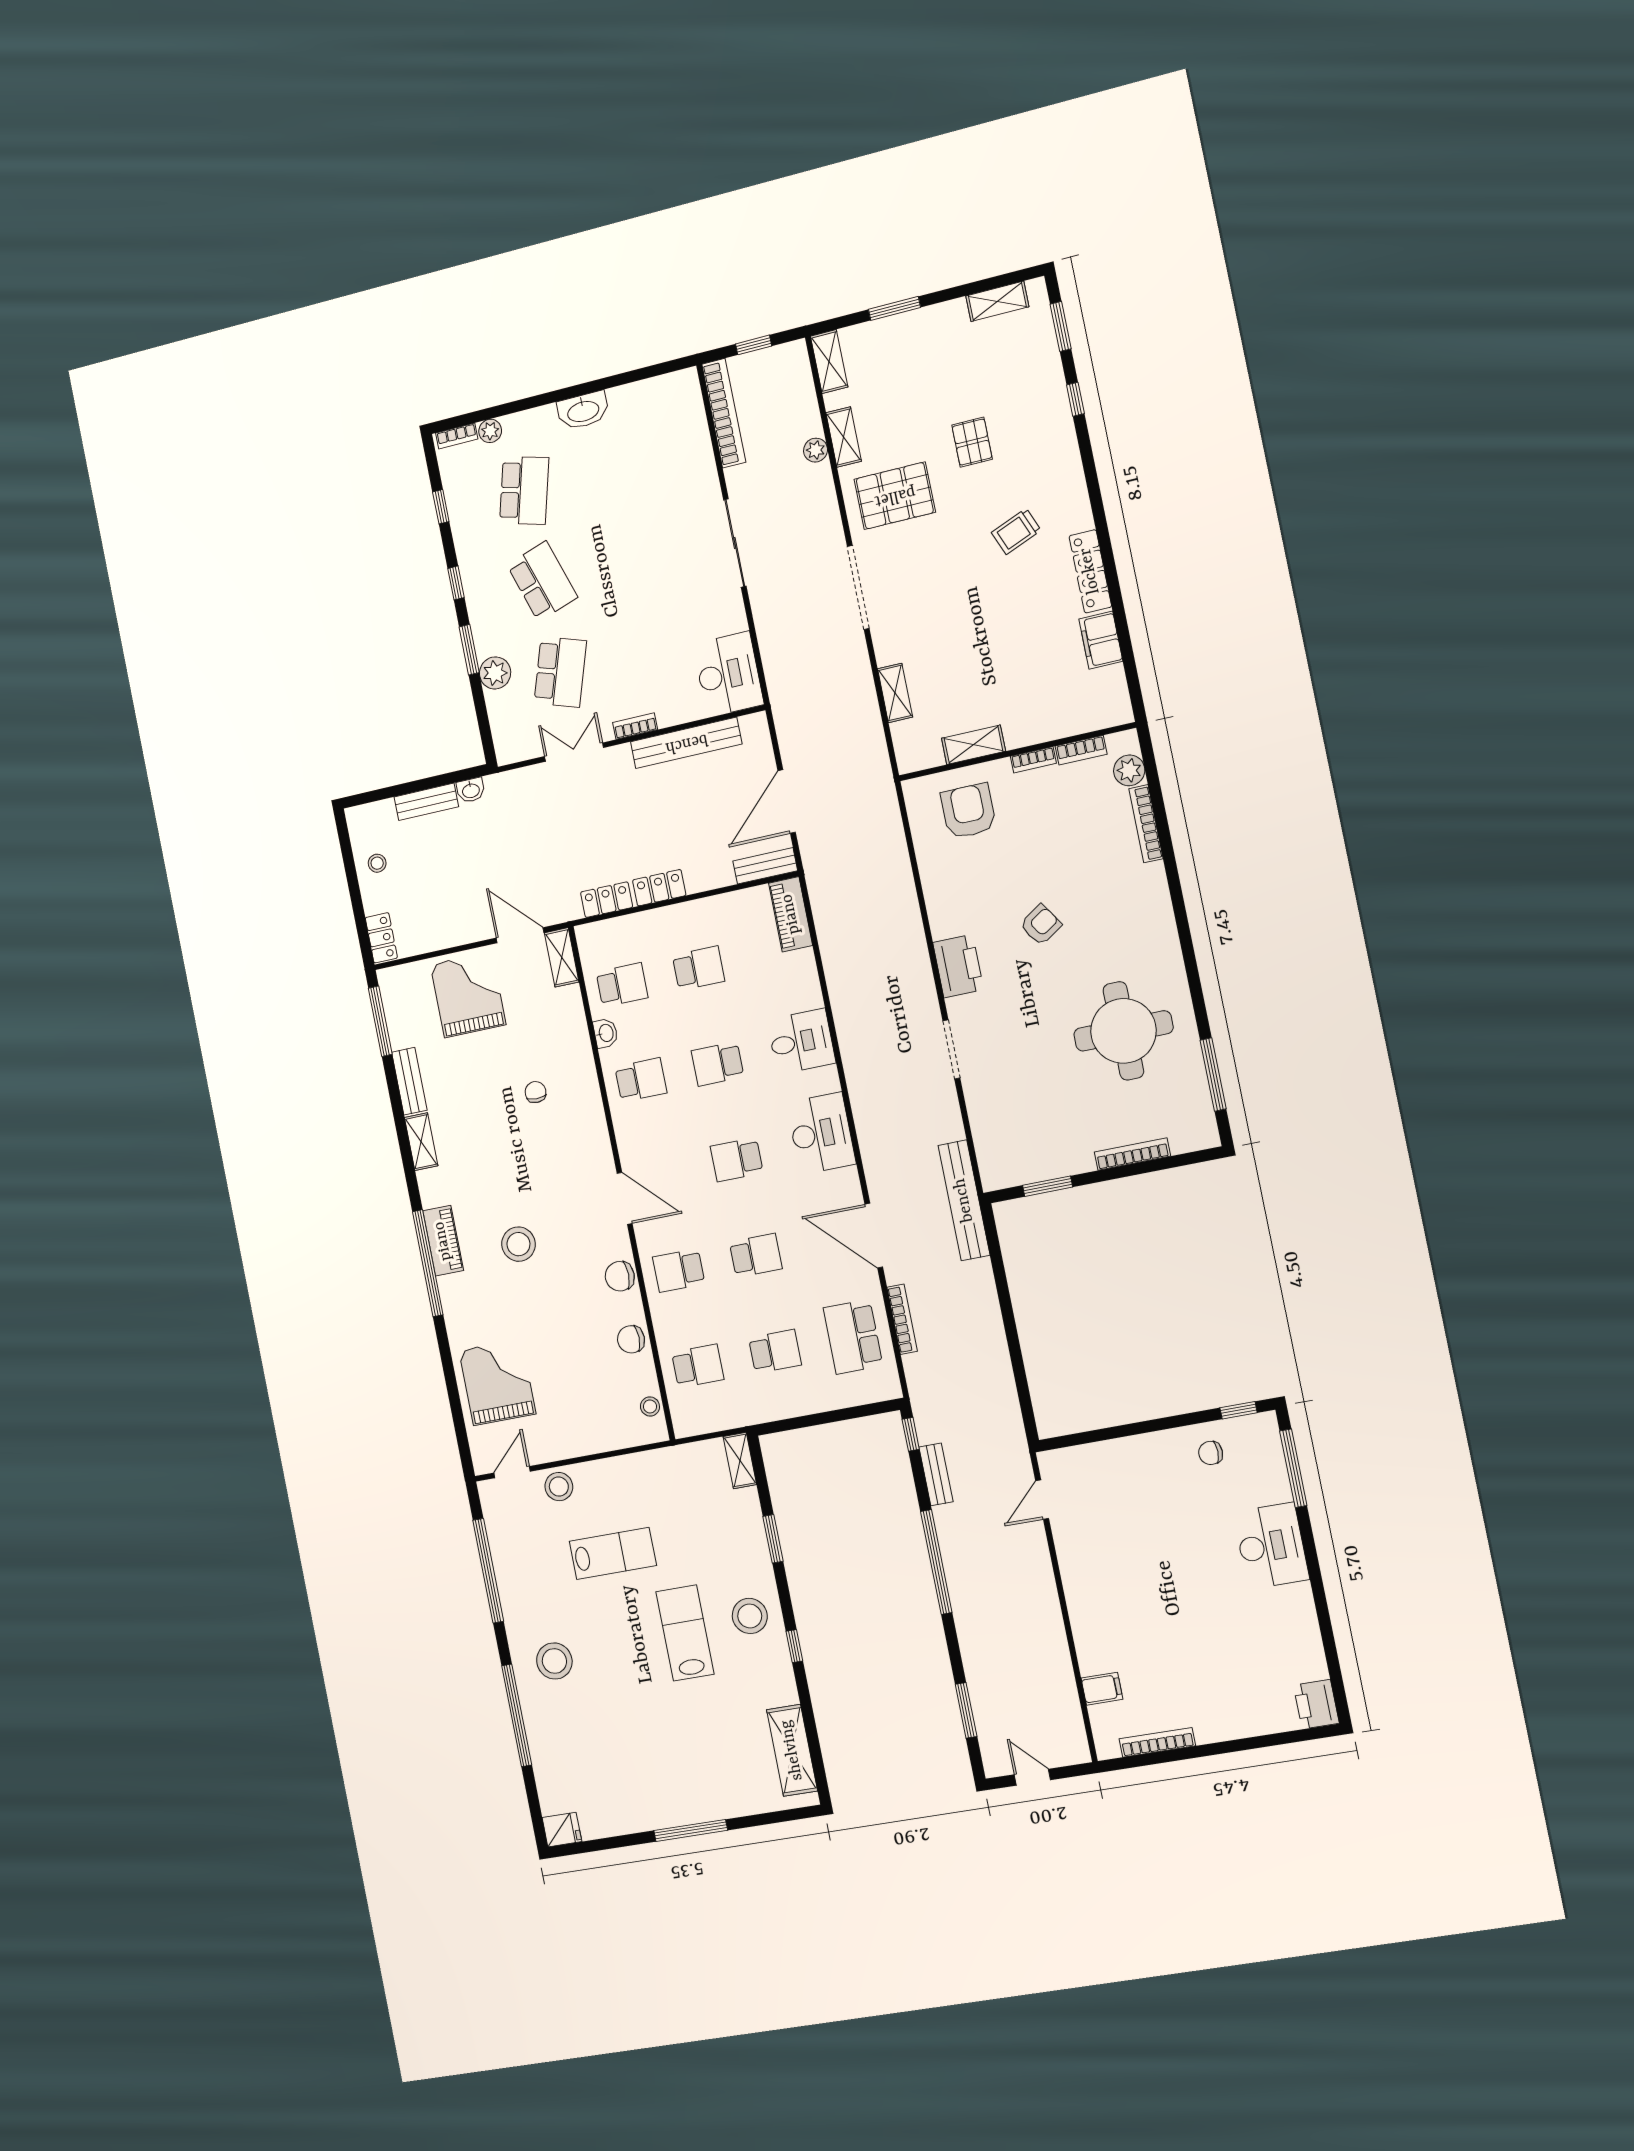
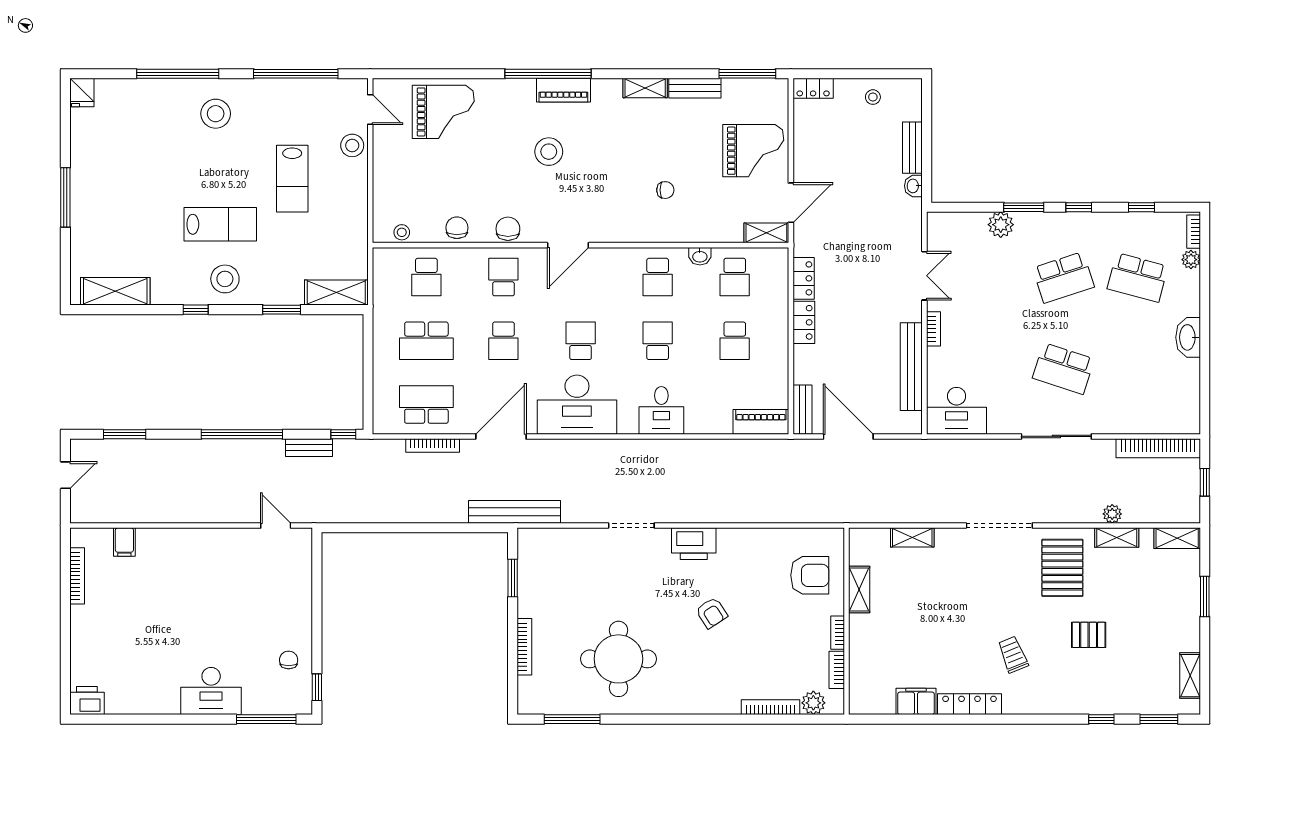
school desk: (560, 672) -> (1063, 369), moved
desk: (821, 1133) -> (577, 405), width x1.36, depth x1.30
school desk: (775, 1351) -> (426, 341), width x1.85
shelving: (740, 1461) -> (336, 293), width x1.50, depth x1.33

